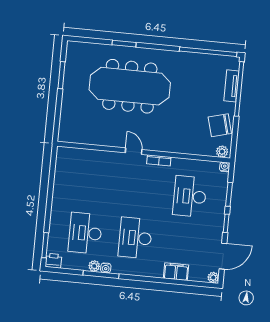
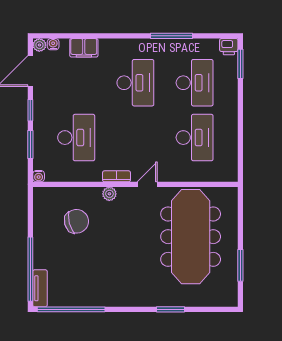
meeting table: (130, 86) -> (191, 237), moved, turned 90
tv unit: (231, 86) -> (40, 288), moved
chair: (220, 125) -> (76, 221), moved
door: (134, 151) -> (147, 184), swing flipped
plant: (222, 152) -> (109, 194), moved
desk: (90, 187) -> (195, 138), added
plant: (94, 266) -> (180, 45), removed
water cooler: (106, 268) -> (53, 44), moved

